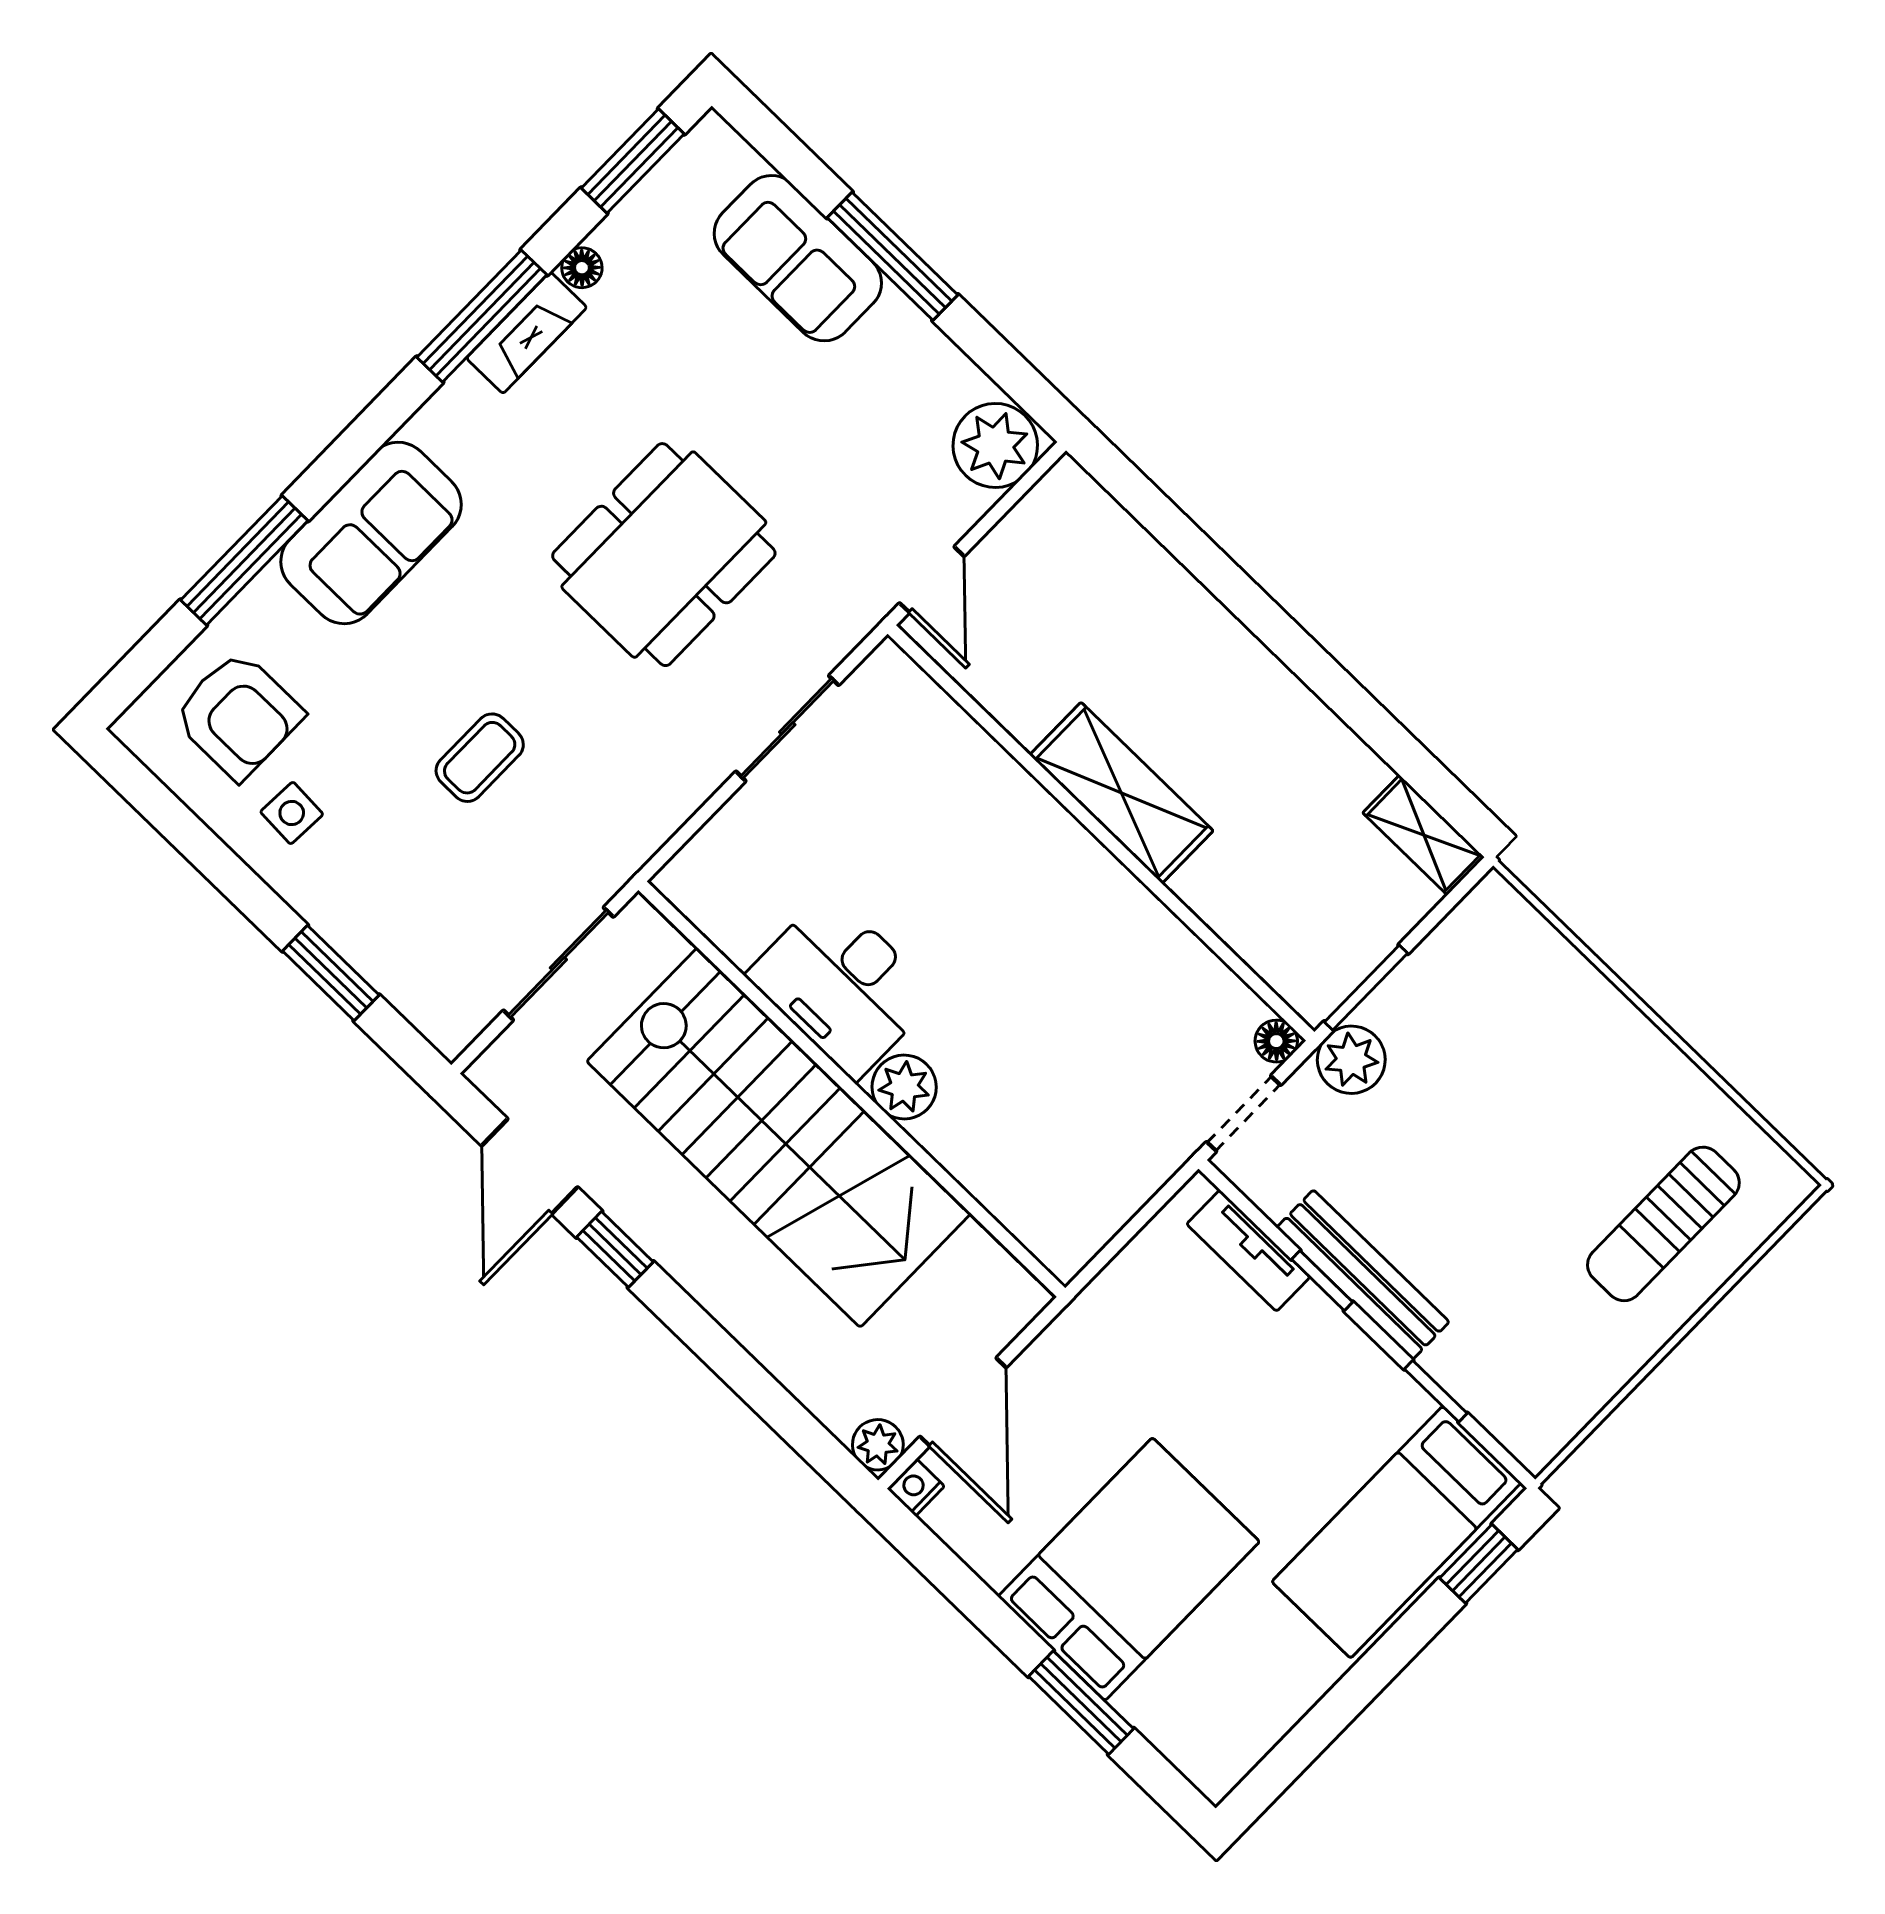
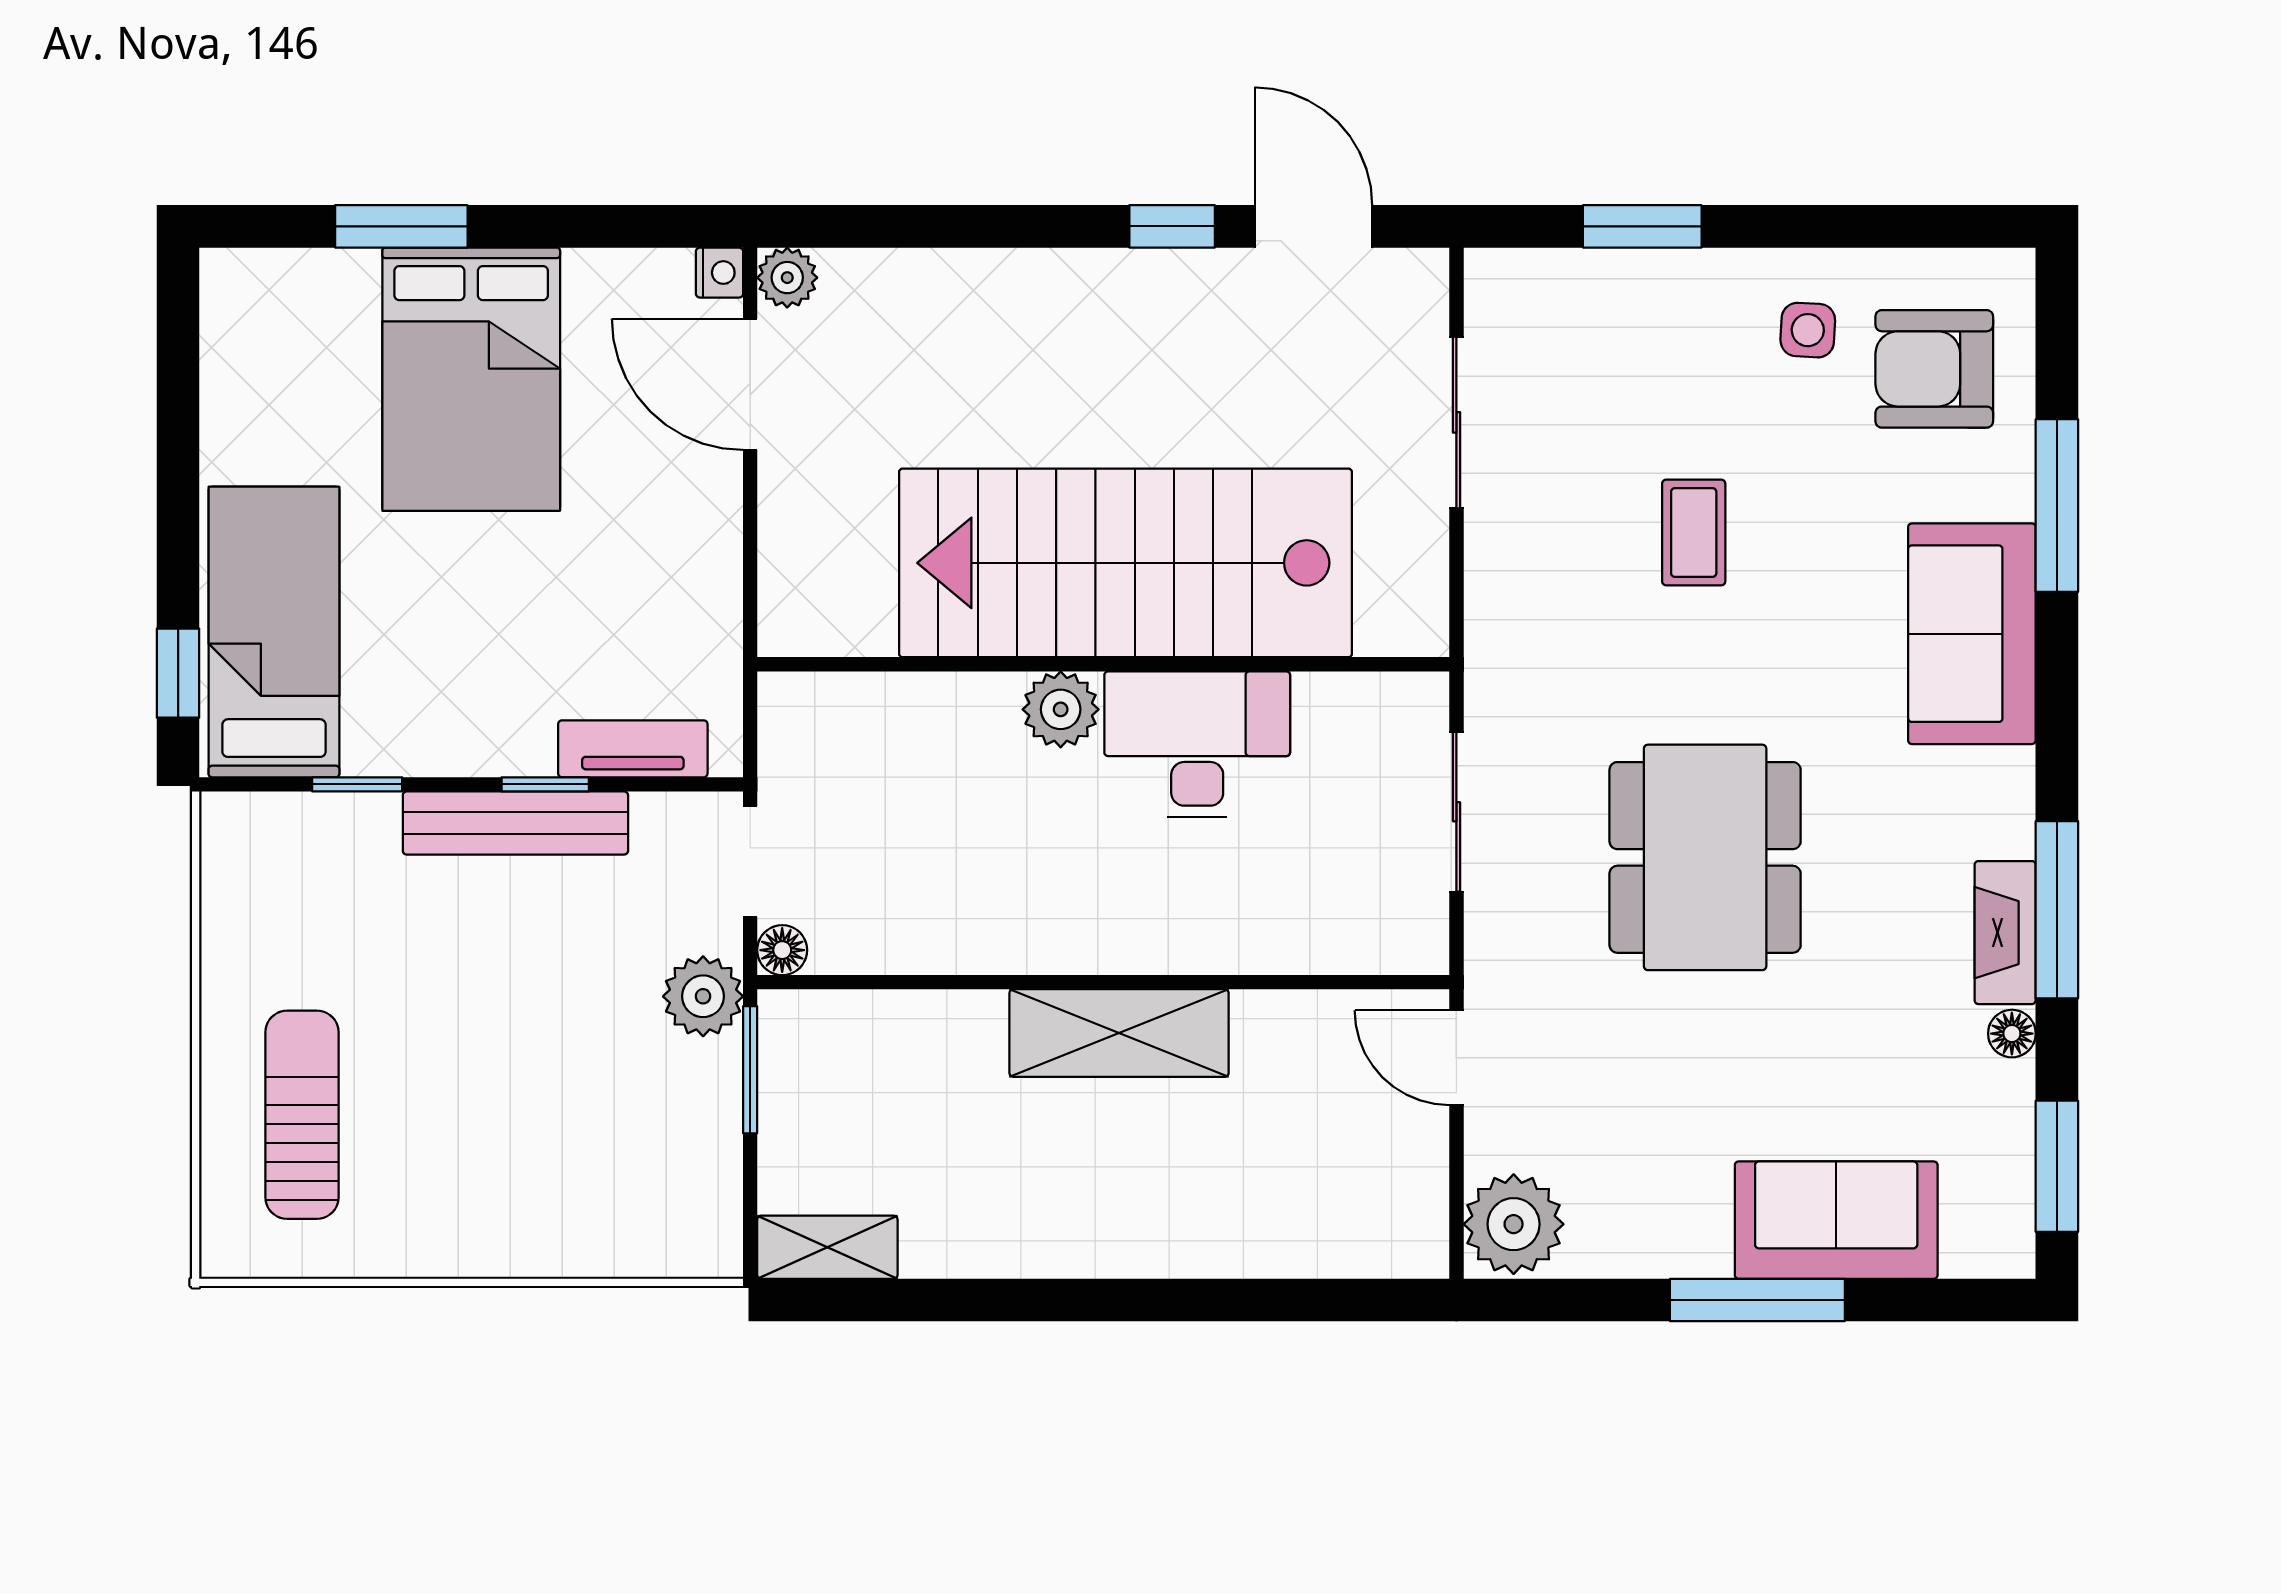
desk: (842, 986) -> (1197, 744), moved
plant: (904, 1087) -> (1061, 709), moved
wall: (852, 1089) -> (1103, 664), moved
stairs: (779, 1137) -> (1125, 563), moved

